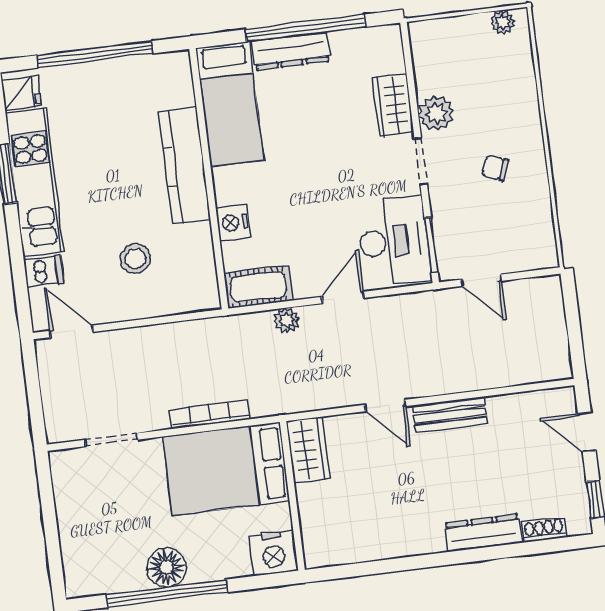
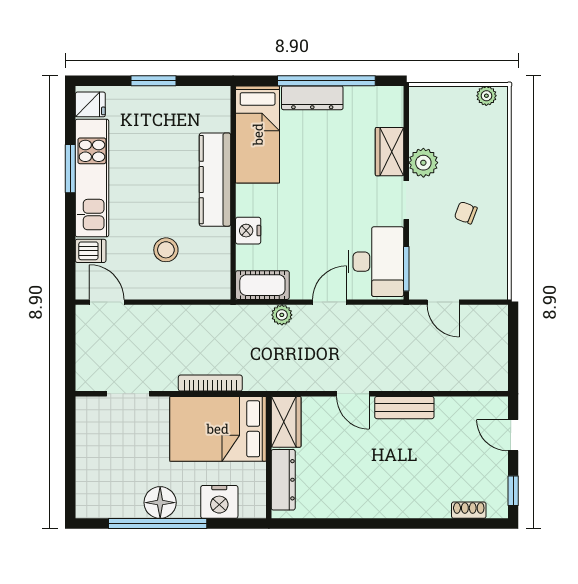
window: (95, 54) -> (154, 81), width x0.47
dresser: (483, 533) -> (283, 480), moved, turned 90
nightstand: (273, 553) -> (219, 502), moved

